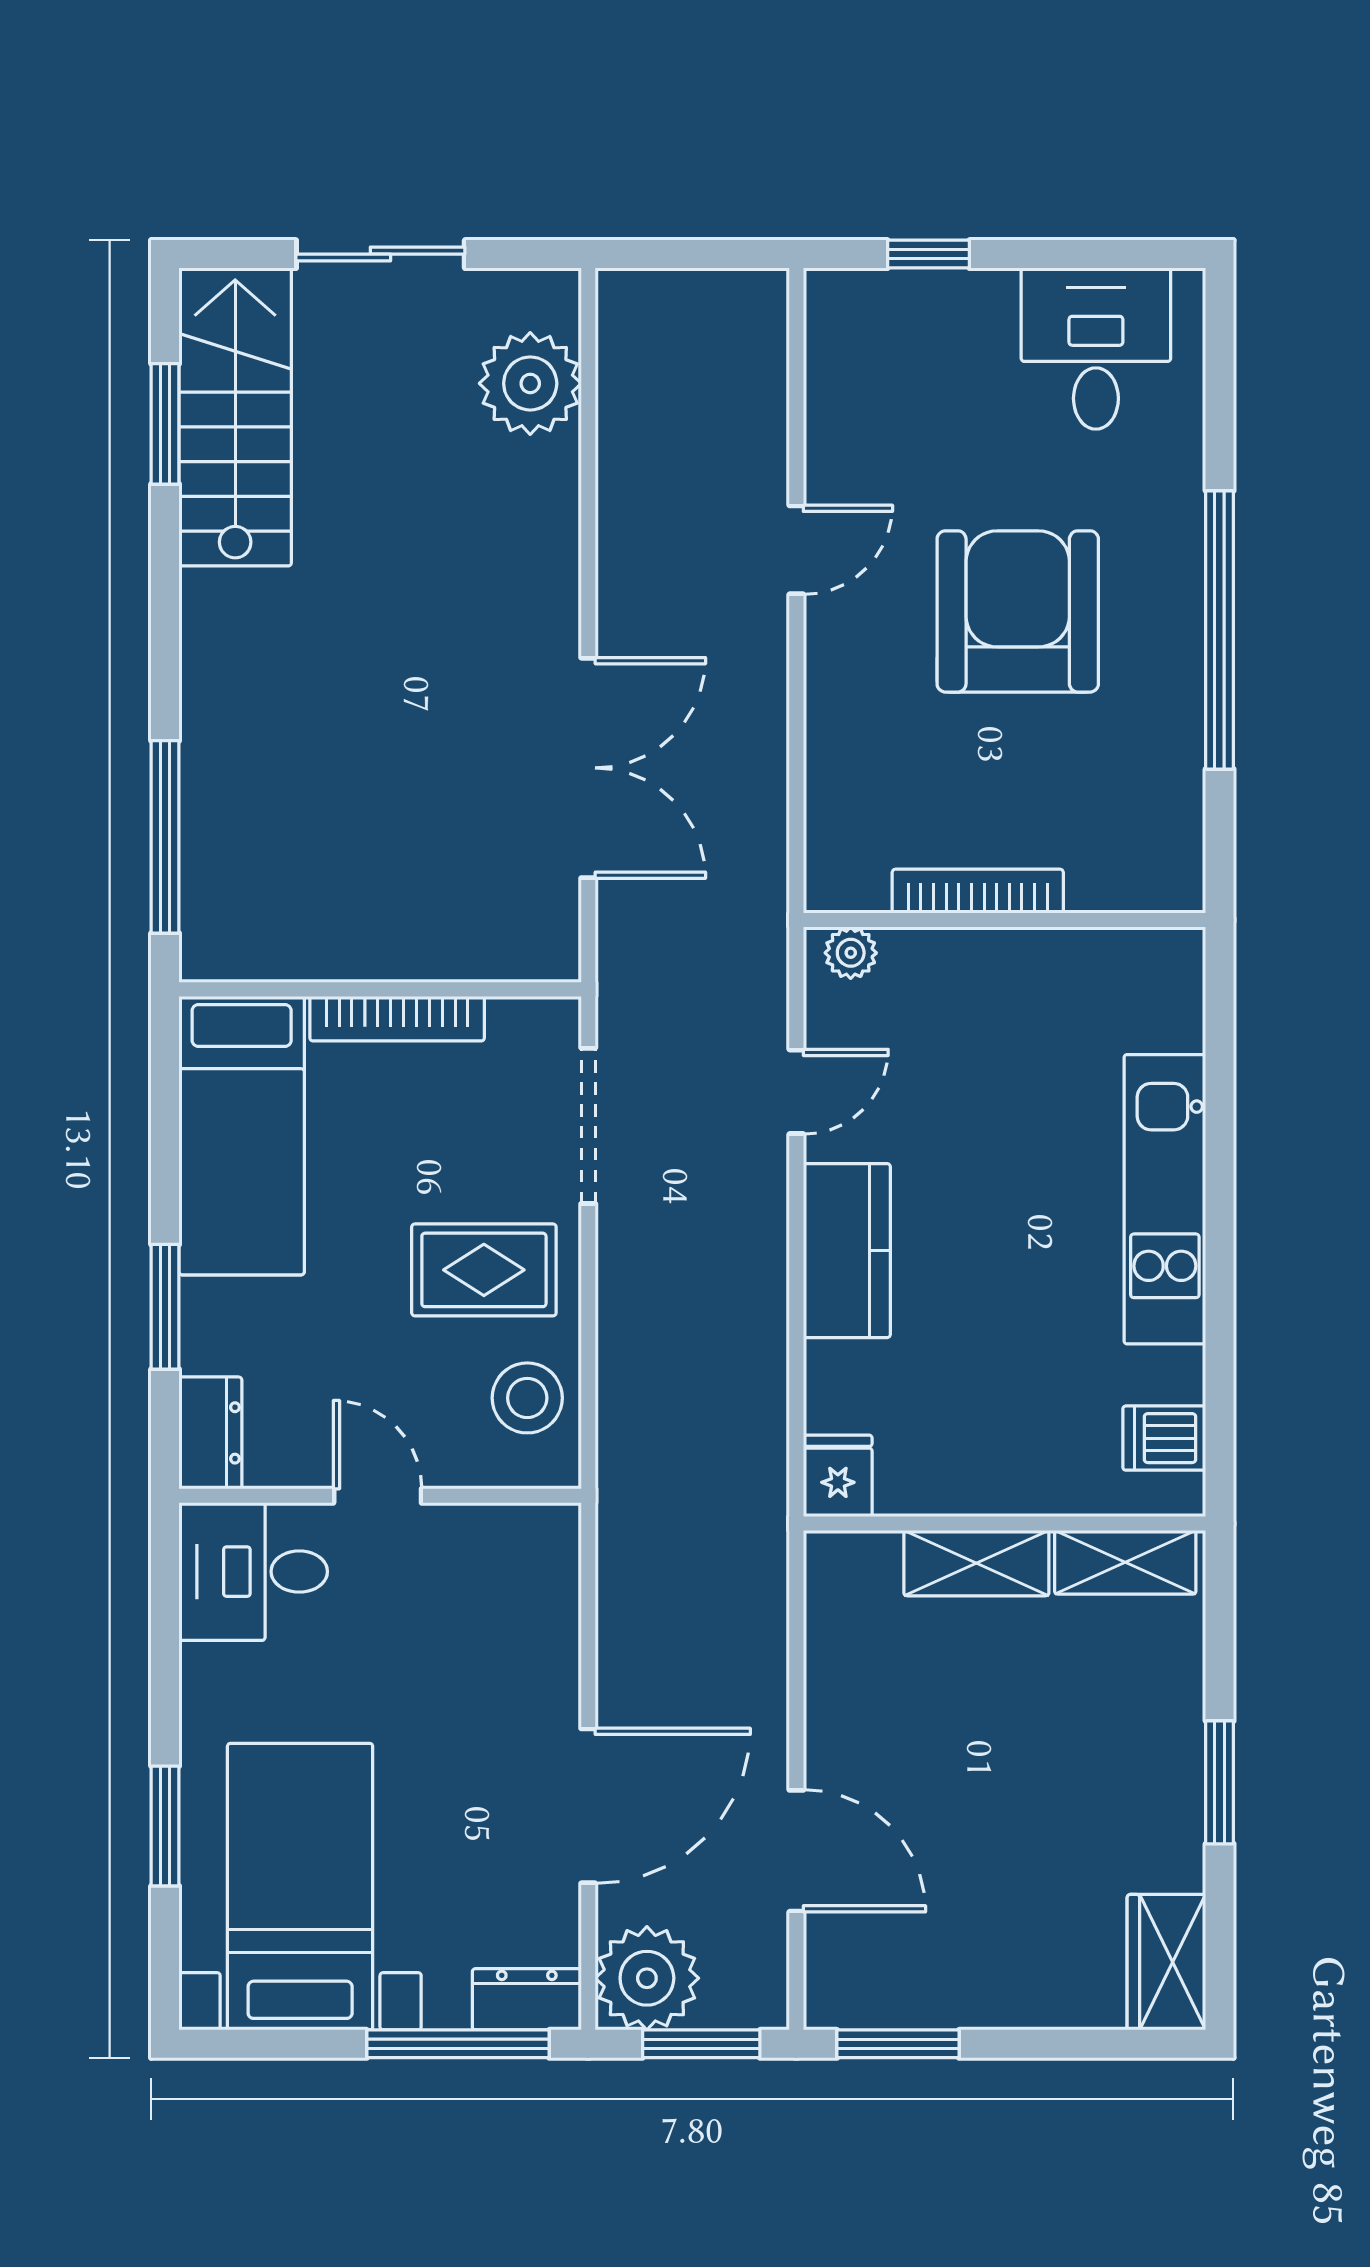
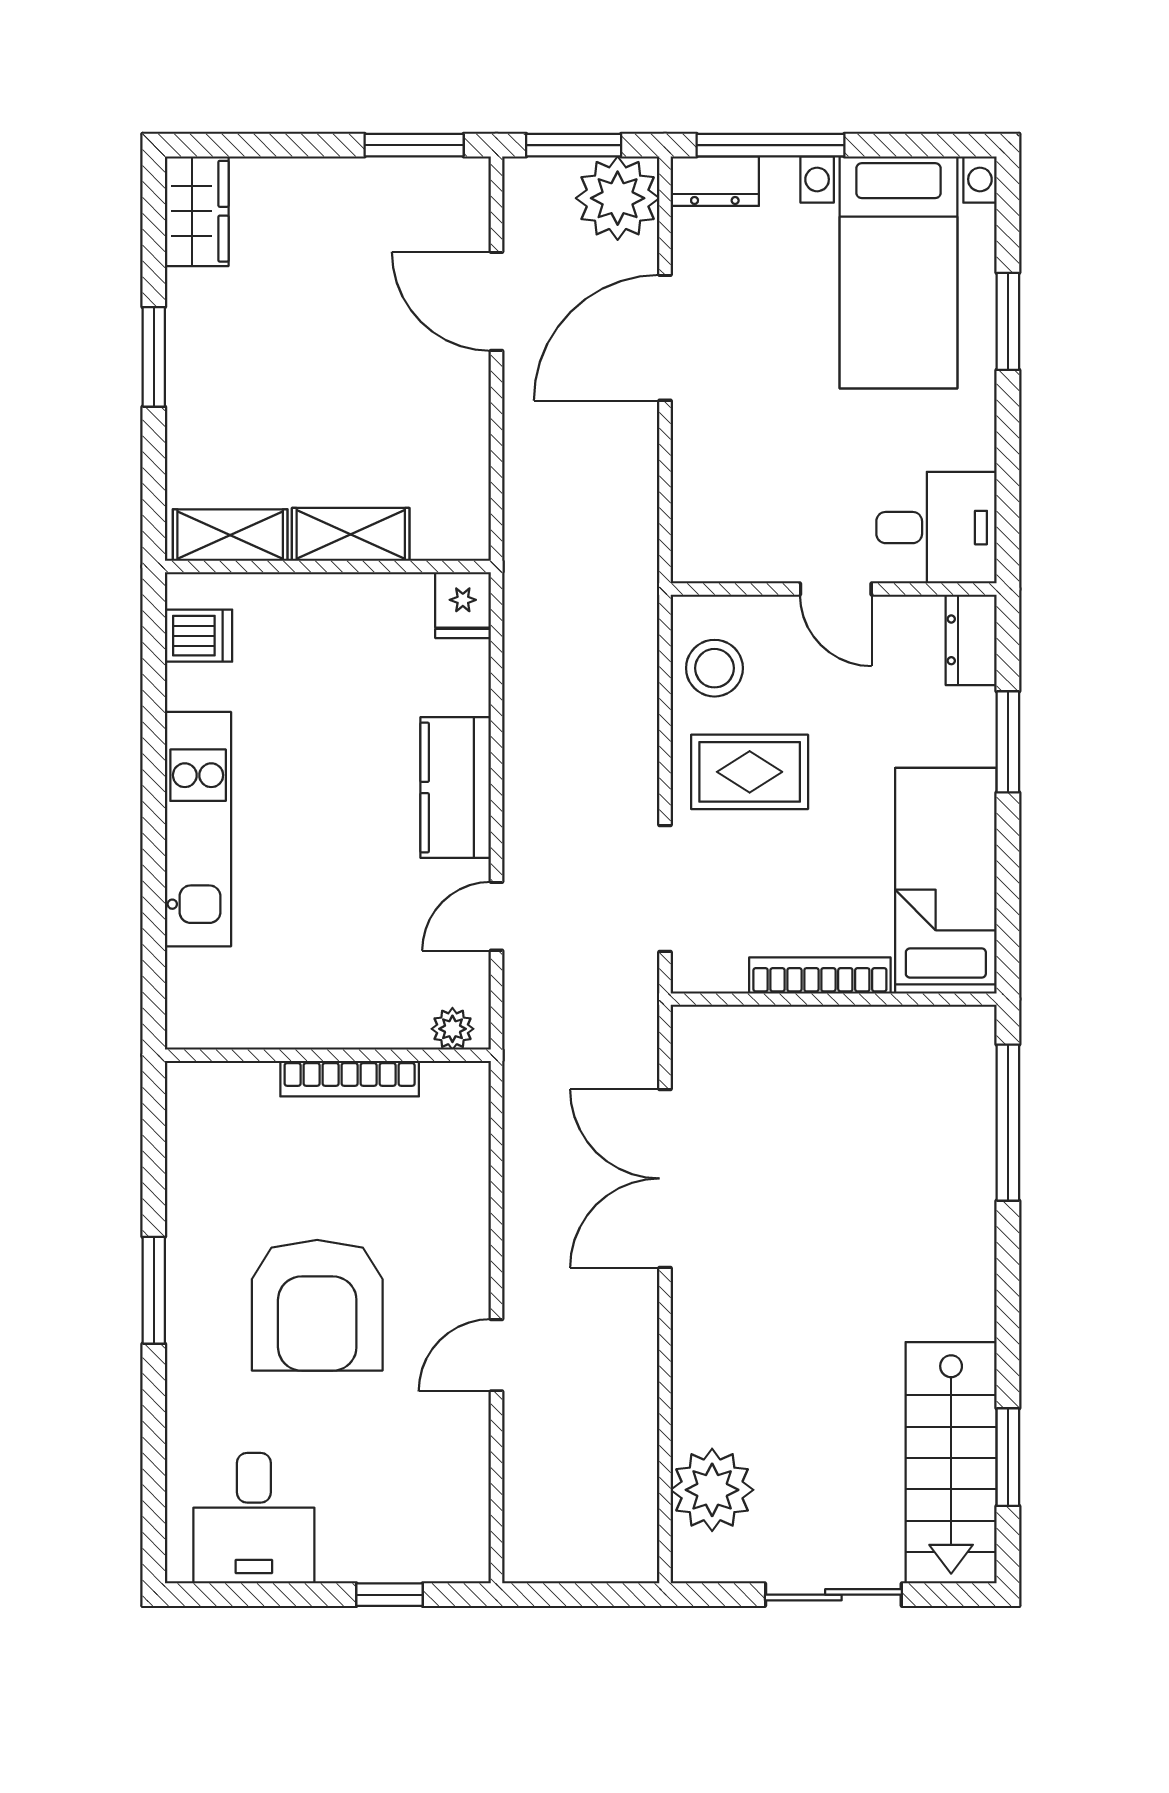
window: (1220, 630) -> (154, 1290), width x0.47

